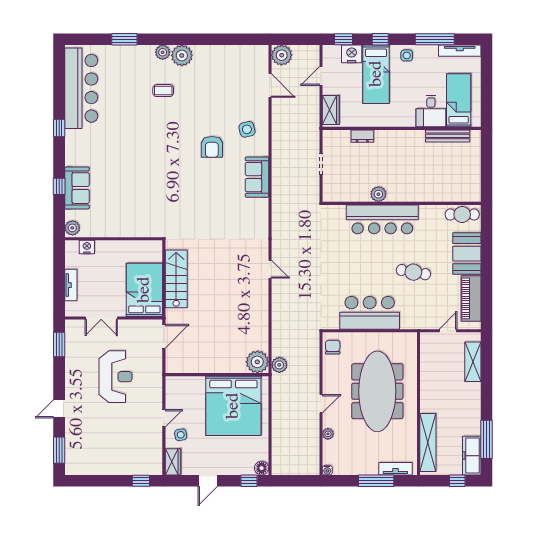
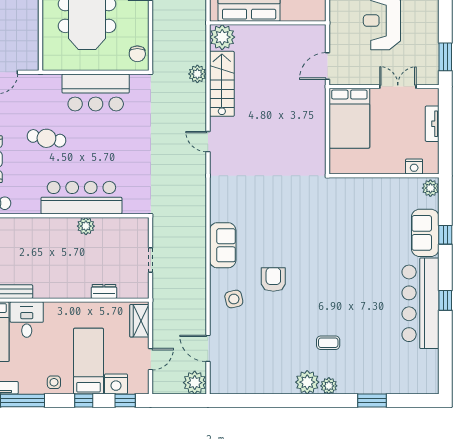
bar counter: (81, 88) -> (420, 303), moved
stairs: (176, 279) -> (222, 84), moved, turned 180
plant: (279, 365) -> (197, 74), moved

